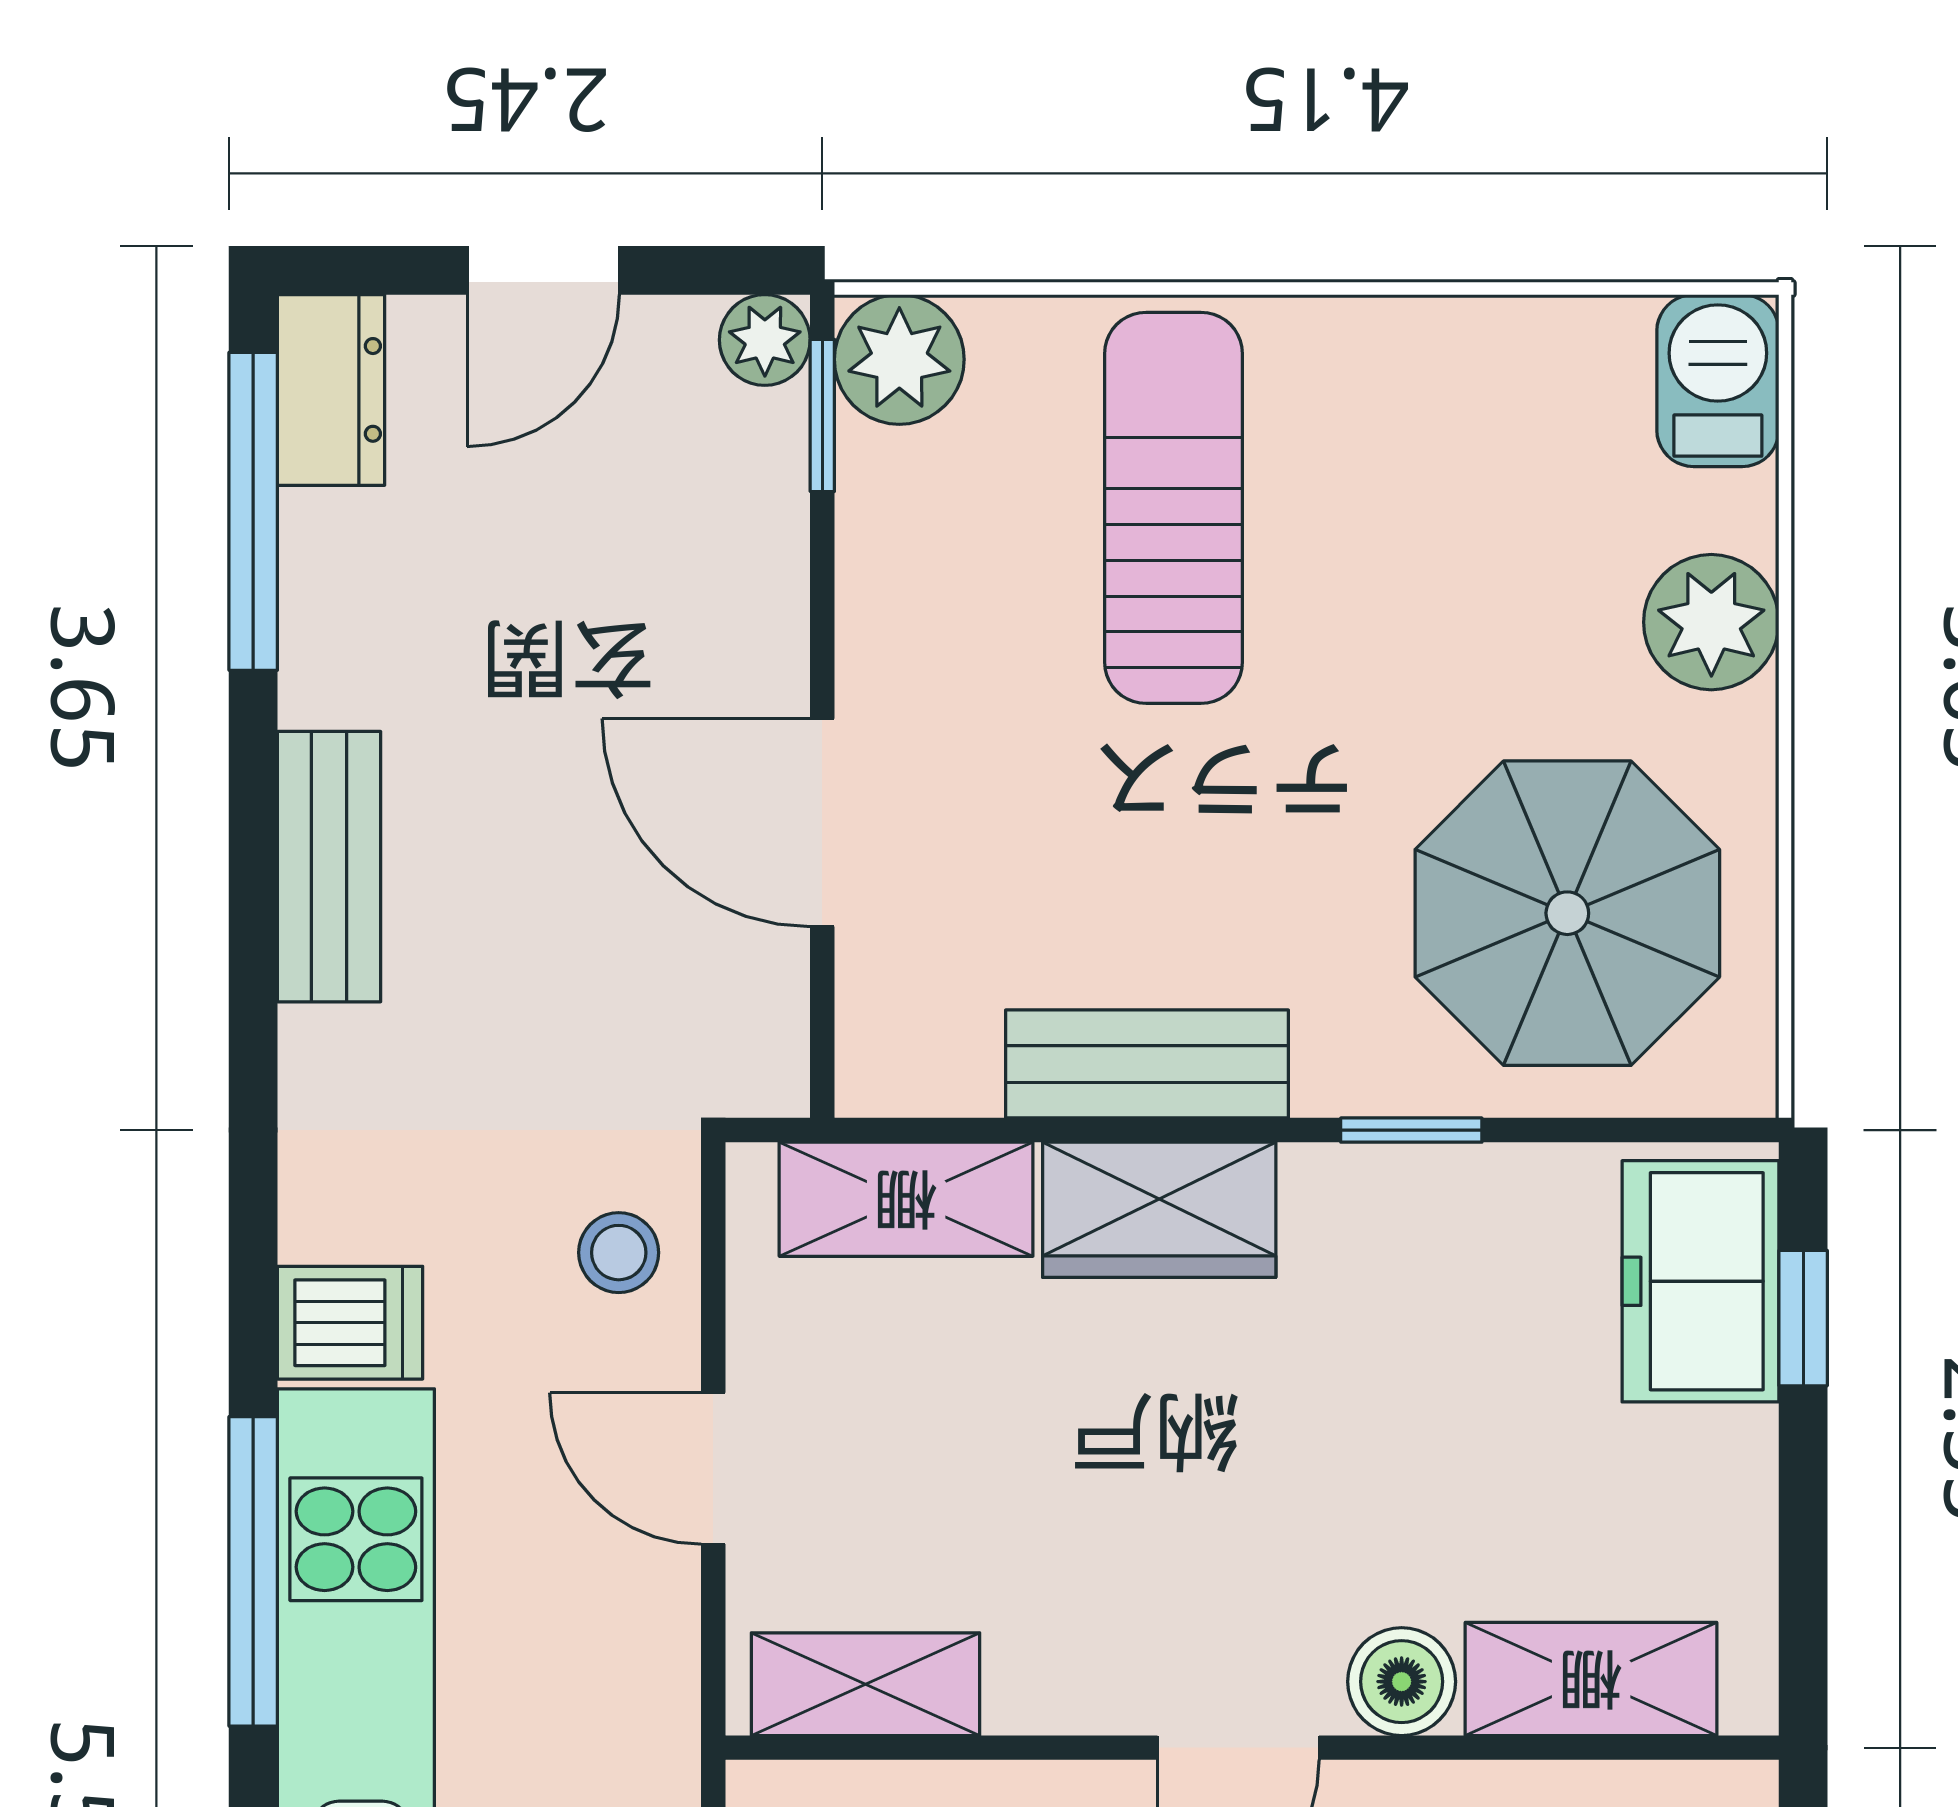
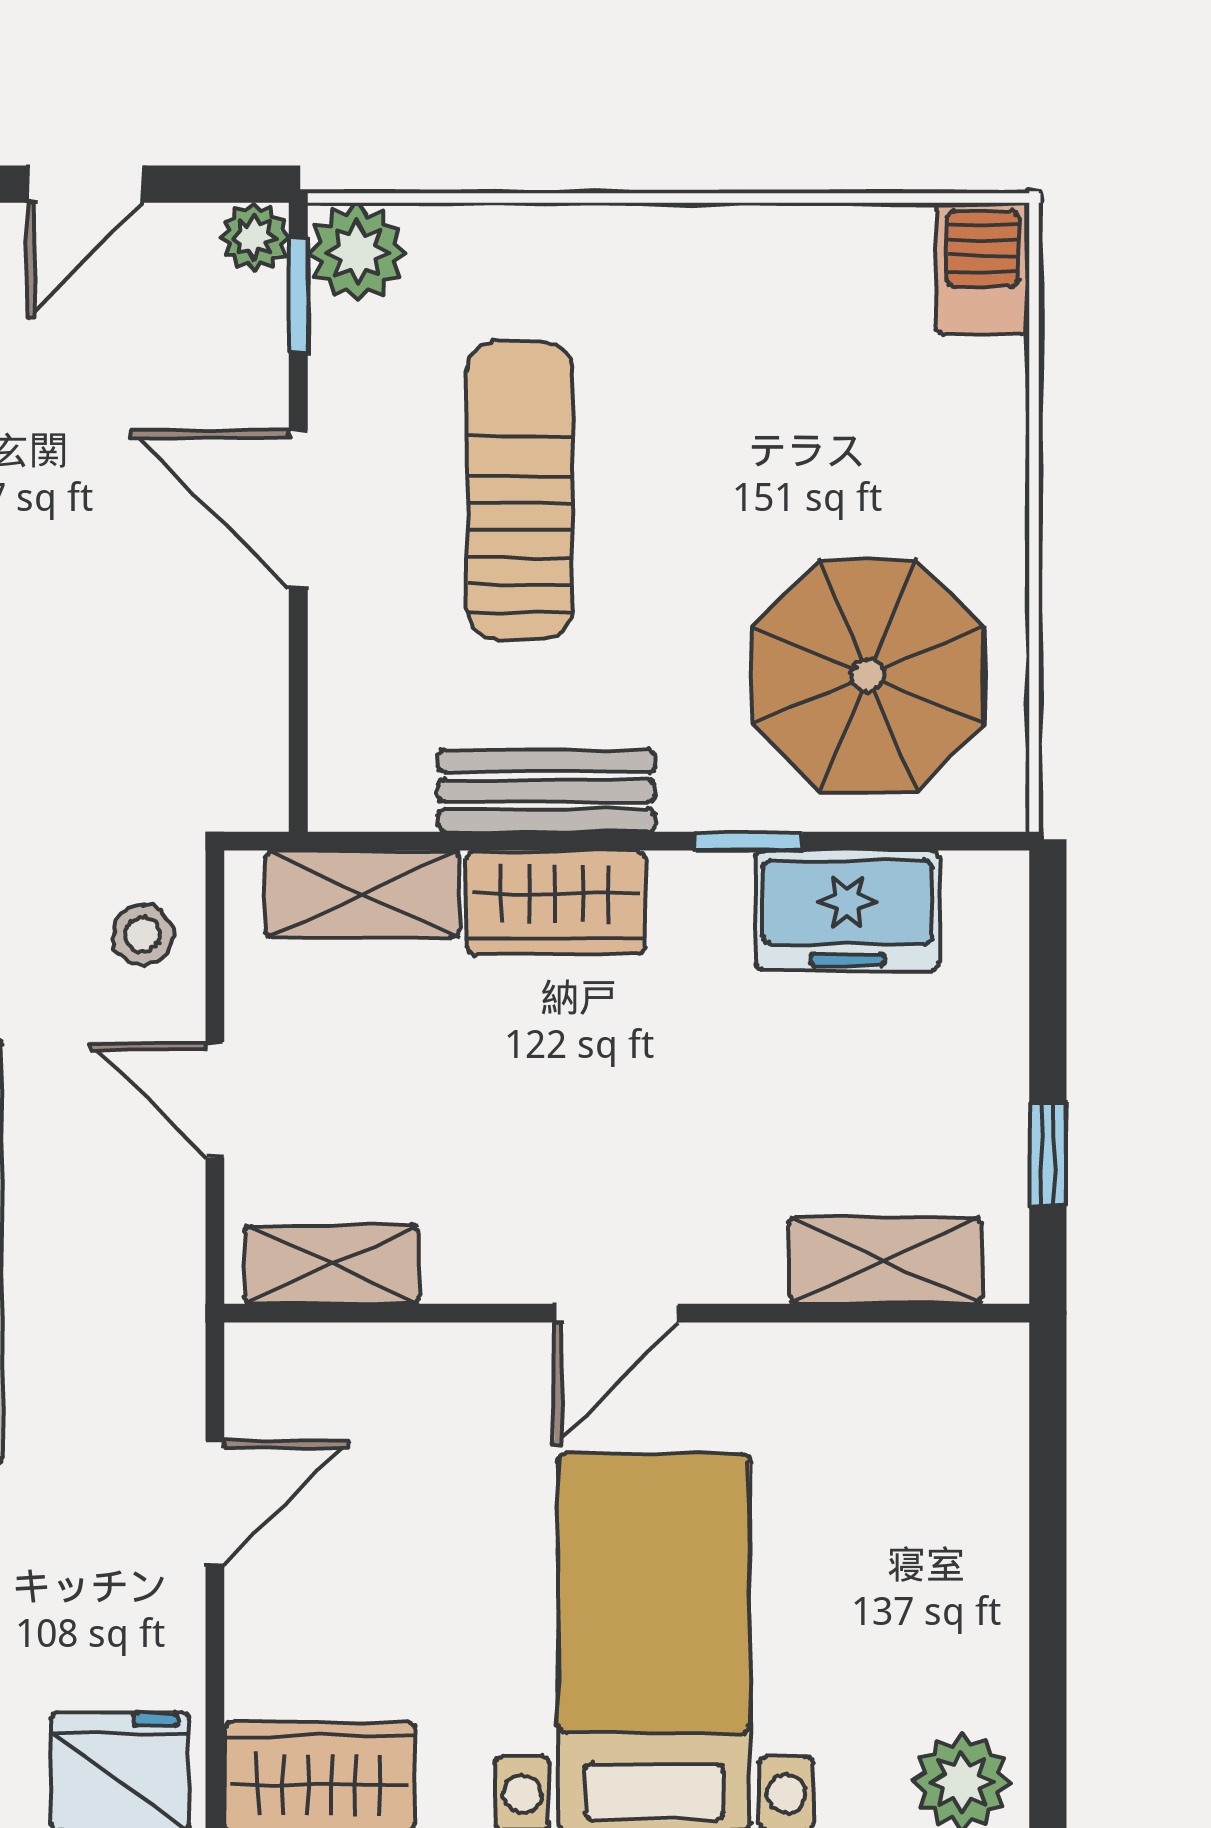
sun lounger: (1174, 508) -> (520, 490), moved
plant: (1711, 622) -> (978, 453), removed
door: (822, 823) -> (298, 509), moved
freezer: (1701, 1281) -> (847, 910), moved, turned -90
window: (1803, 1318) -> (1048, 1154), moved
boiler: (1402, 1682) -> (741, 1263), removed

